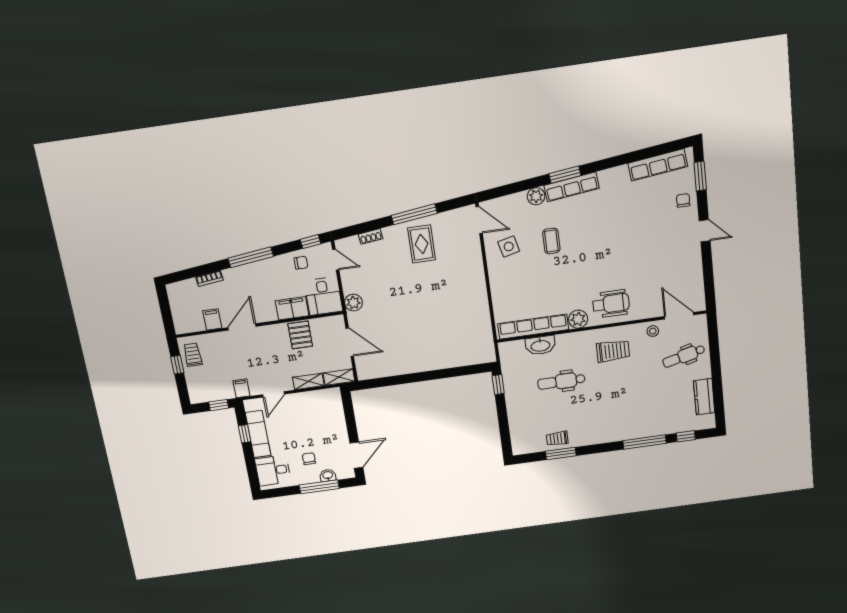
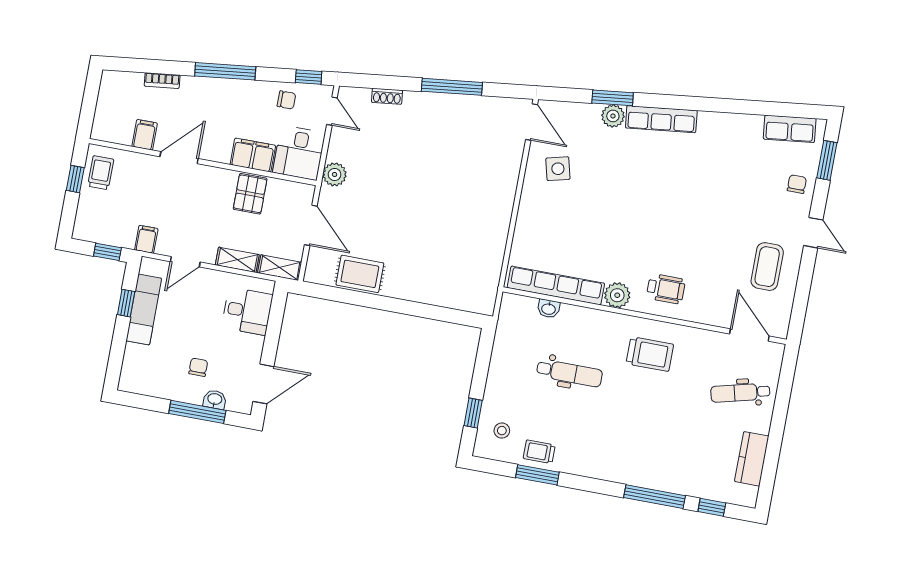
row of seats: (658, 165) -> (790, 129), width x0.68
window: (565, 175) -> (613, 98), moved
coffee table: (551, 241) -> (767, 267), moved, width x1.36, depth x1.30
rug: (422, 244) -> (360, 274), moved, turned 90
wheelchair: (611, 304) -> (666, 289), width x0.73, depth x0.73
stool: (653, 331) -> (502, 431), moved
washbasin: (540, 345) -> (549, 309), width x0.52, depth x0.69
dental chair: (561, 381) -> (569, 373), turned 180
window: (498, 385) -> (473, 413), moved
desk: (273, 470) -> (247, 311), moved, turned 180

